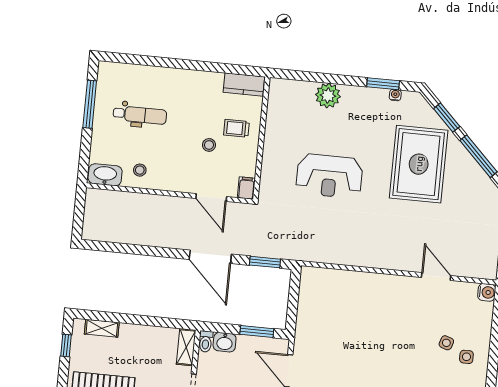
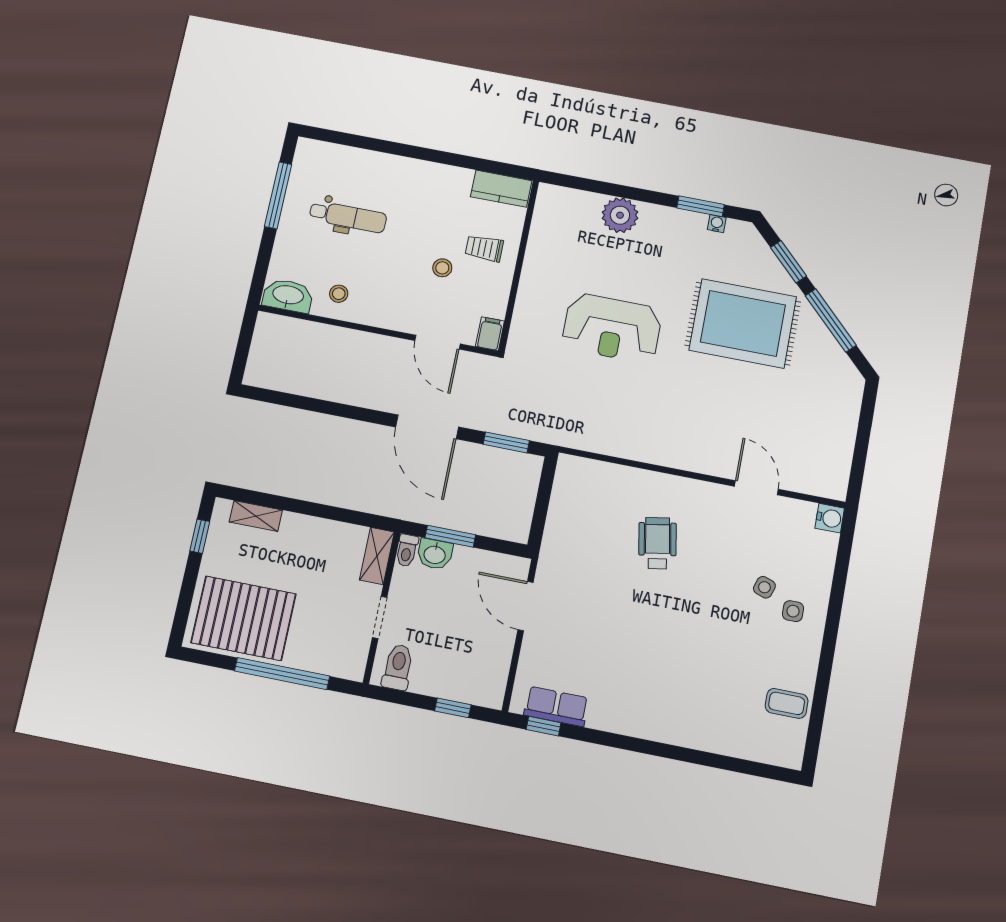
rug: (419, 164) -> (743, 323), turned 90
wheelchair: (373, 320) -> (657, 543), added
window: (257, 331) -> (450, 536), moved

